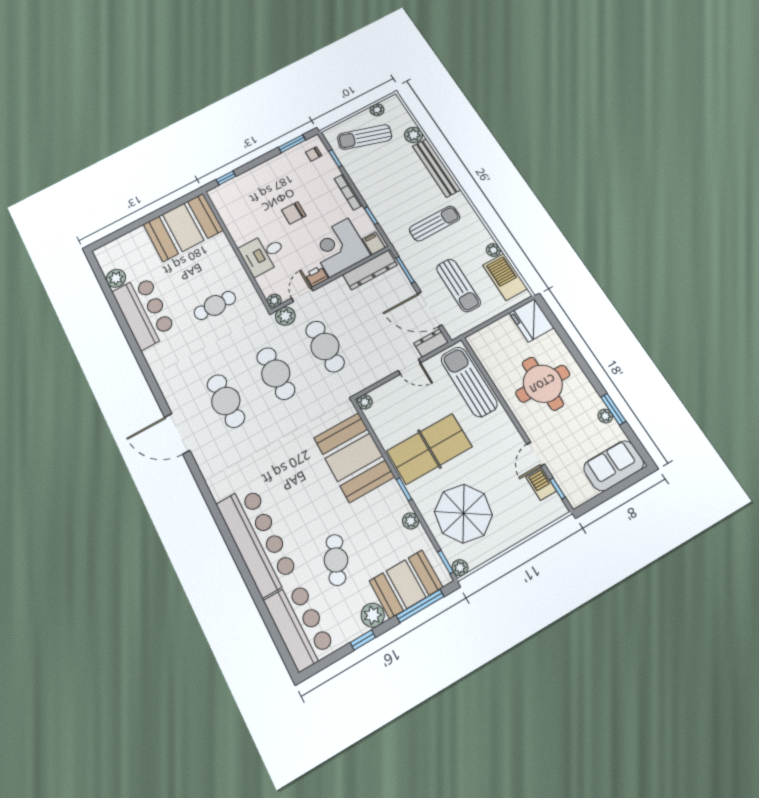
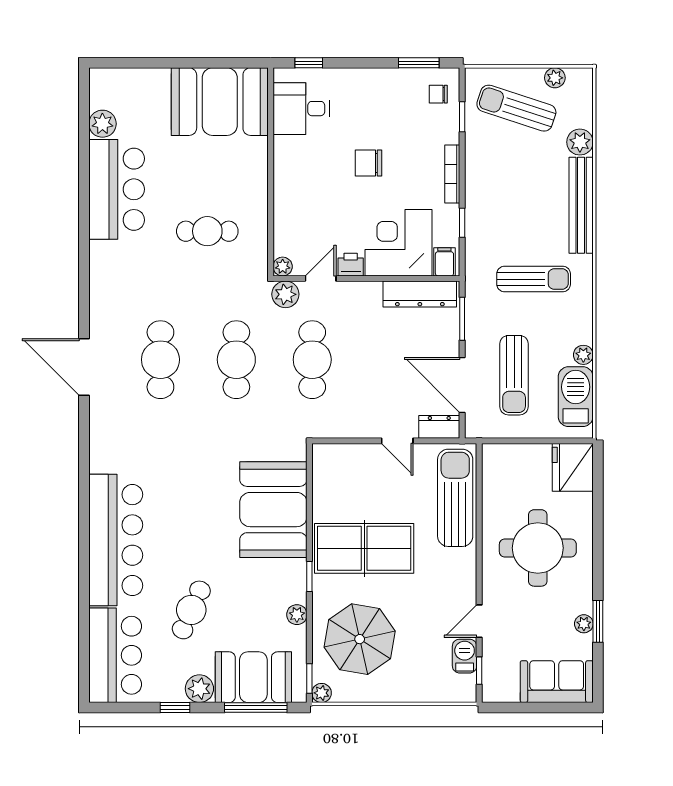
desk: (263, 254) -> (301, 109), moved
plant: (365, 402) -> (322, 453), removed

